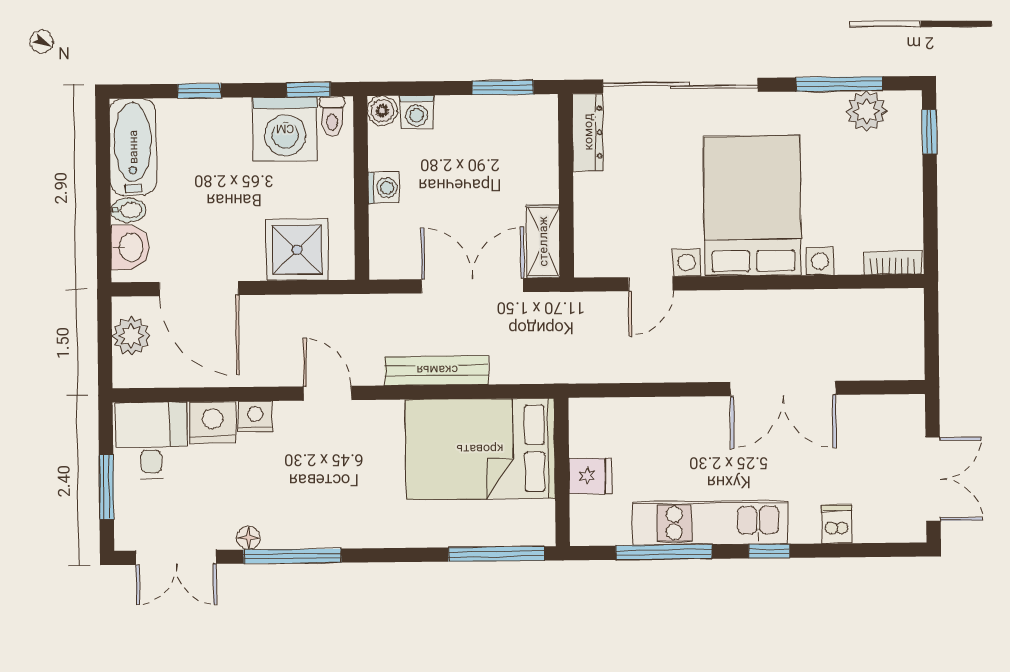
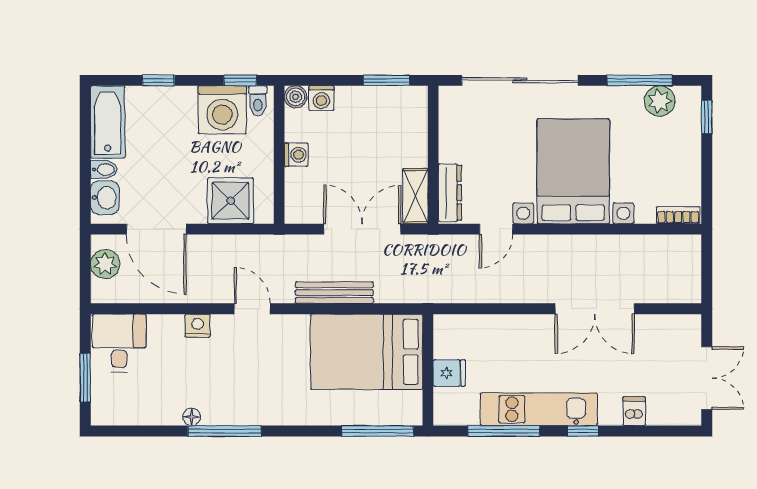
dresser: (588, 132) -> (450, 193), moved
nightstand: (212, 422) -> (165, 330), removed
double door: (176, 557) -> (137, 431), removed

